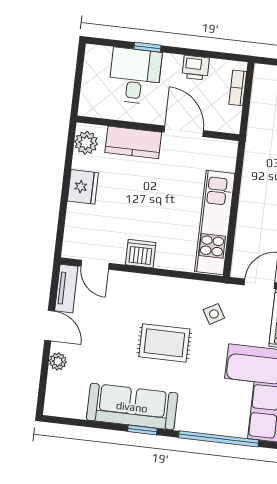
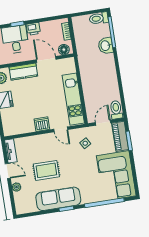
printer: (196, 68) -> (33, 29), moved
floor lamp: (223, 122) -> (64, 50), added
door: (95, 265) -> (61, 129), moved
rug: (164, 343) -> (46, 170), moved

